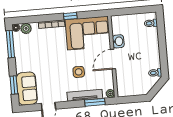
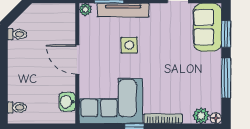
washbasin: (118, 41) -> (67, 102), moved
window: (10, 44) -> (226, 78), moved
door: (113, 59) -> (77, 60), swing flipped

